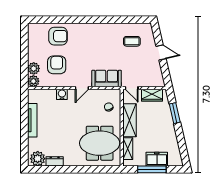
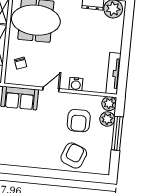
armchair: (58, 36) -> (74, 155), turned 111
window: (24, 58) -> (117, 133), added
tv unit: (32, 120) -> (114, 73), moved

